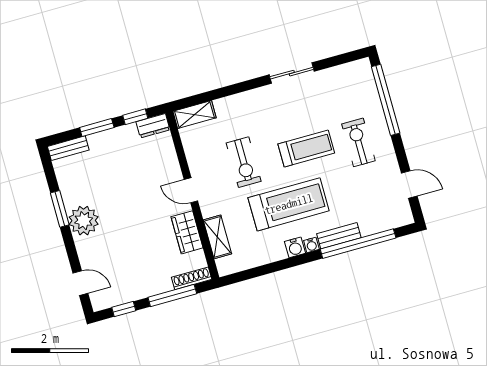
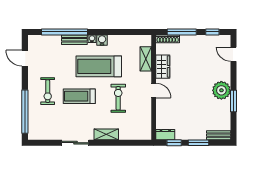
shelving: (194, 115) -> (106, 134), moved

